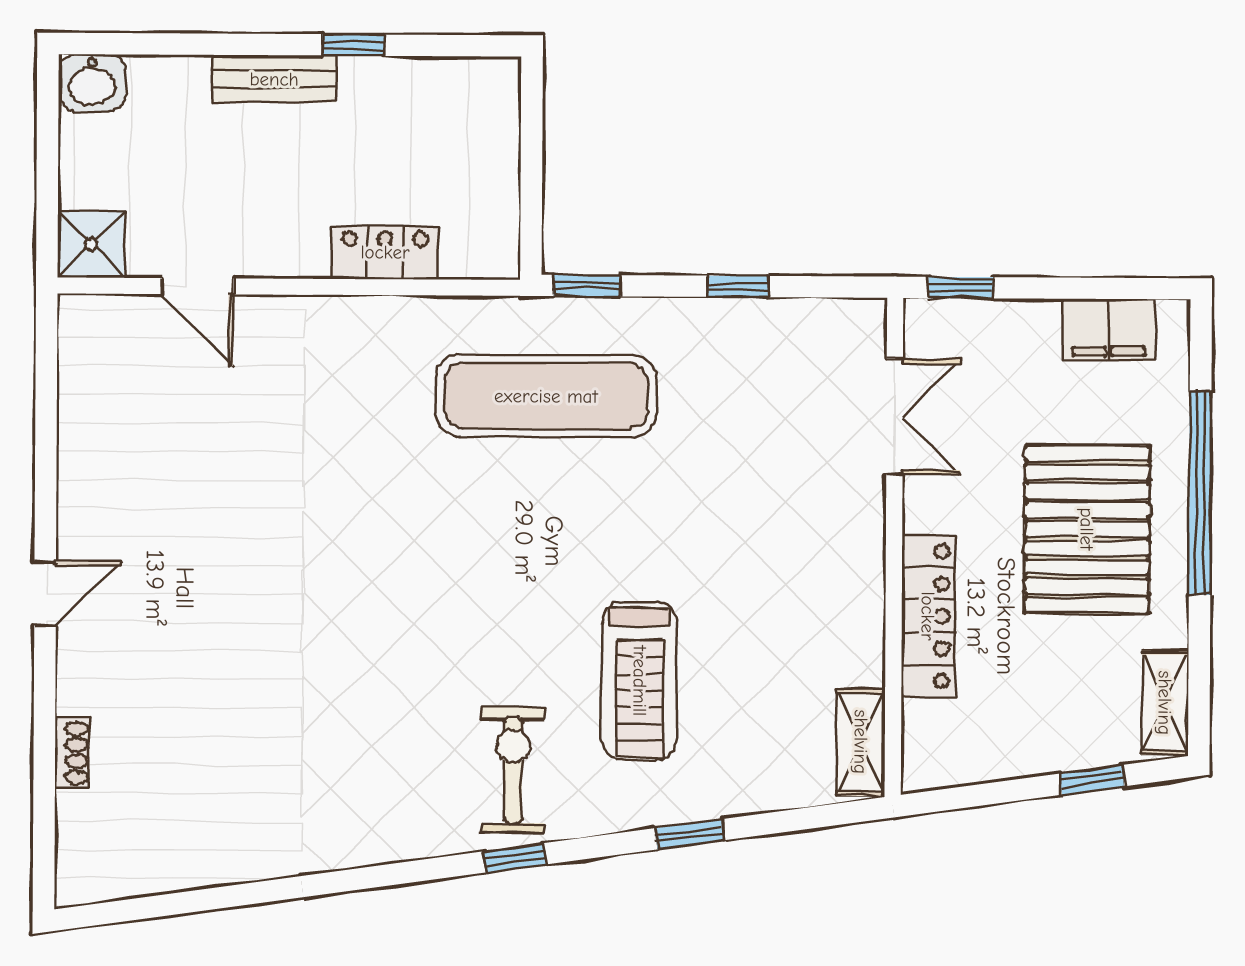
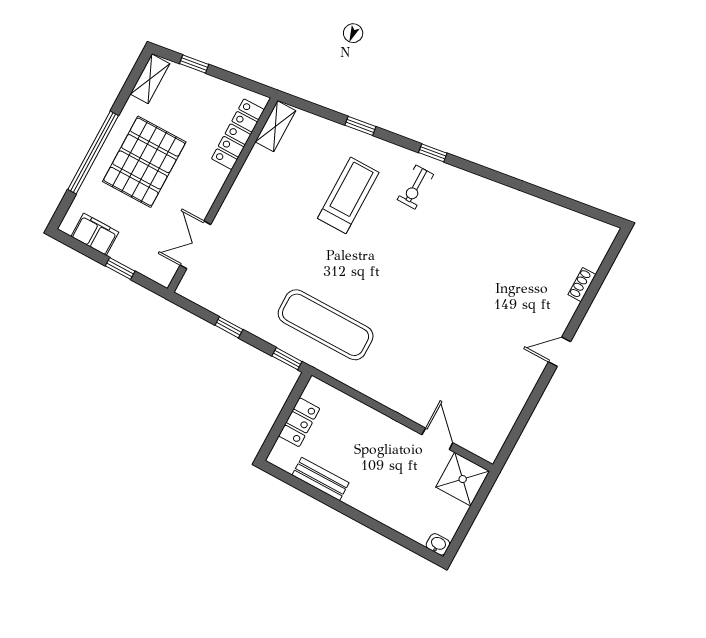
window: (353, 45) -> (328, 500), removed
bench: (274, 79) -> (321, 479), moved
washbasin: (92, 83) -> (438, 544), width x0.72, depth x0.69
shower: (91, 244) -> (463, 479), width x1.36, depth x1.36
locker: (385, 252) -> (299, 422), moved, turned -90
window: (961, 288) -> (120, 269), moved
locker: (928, 616) -> (238, 134), moved
exercise bike: (513, 770) -> (415, 187), width x0.73, depth x0.72

